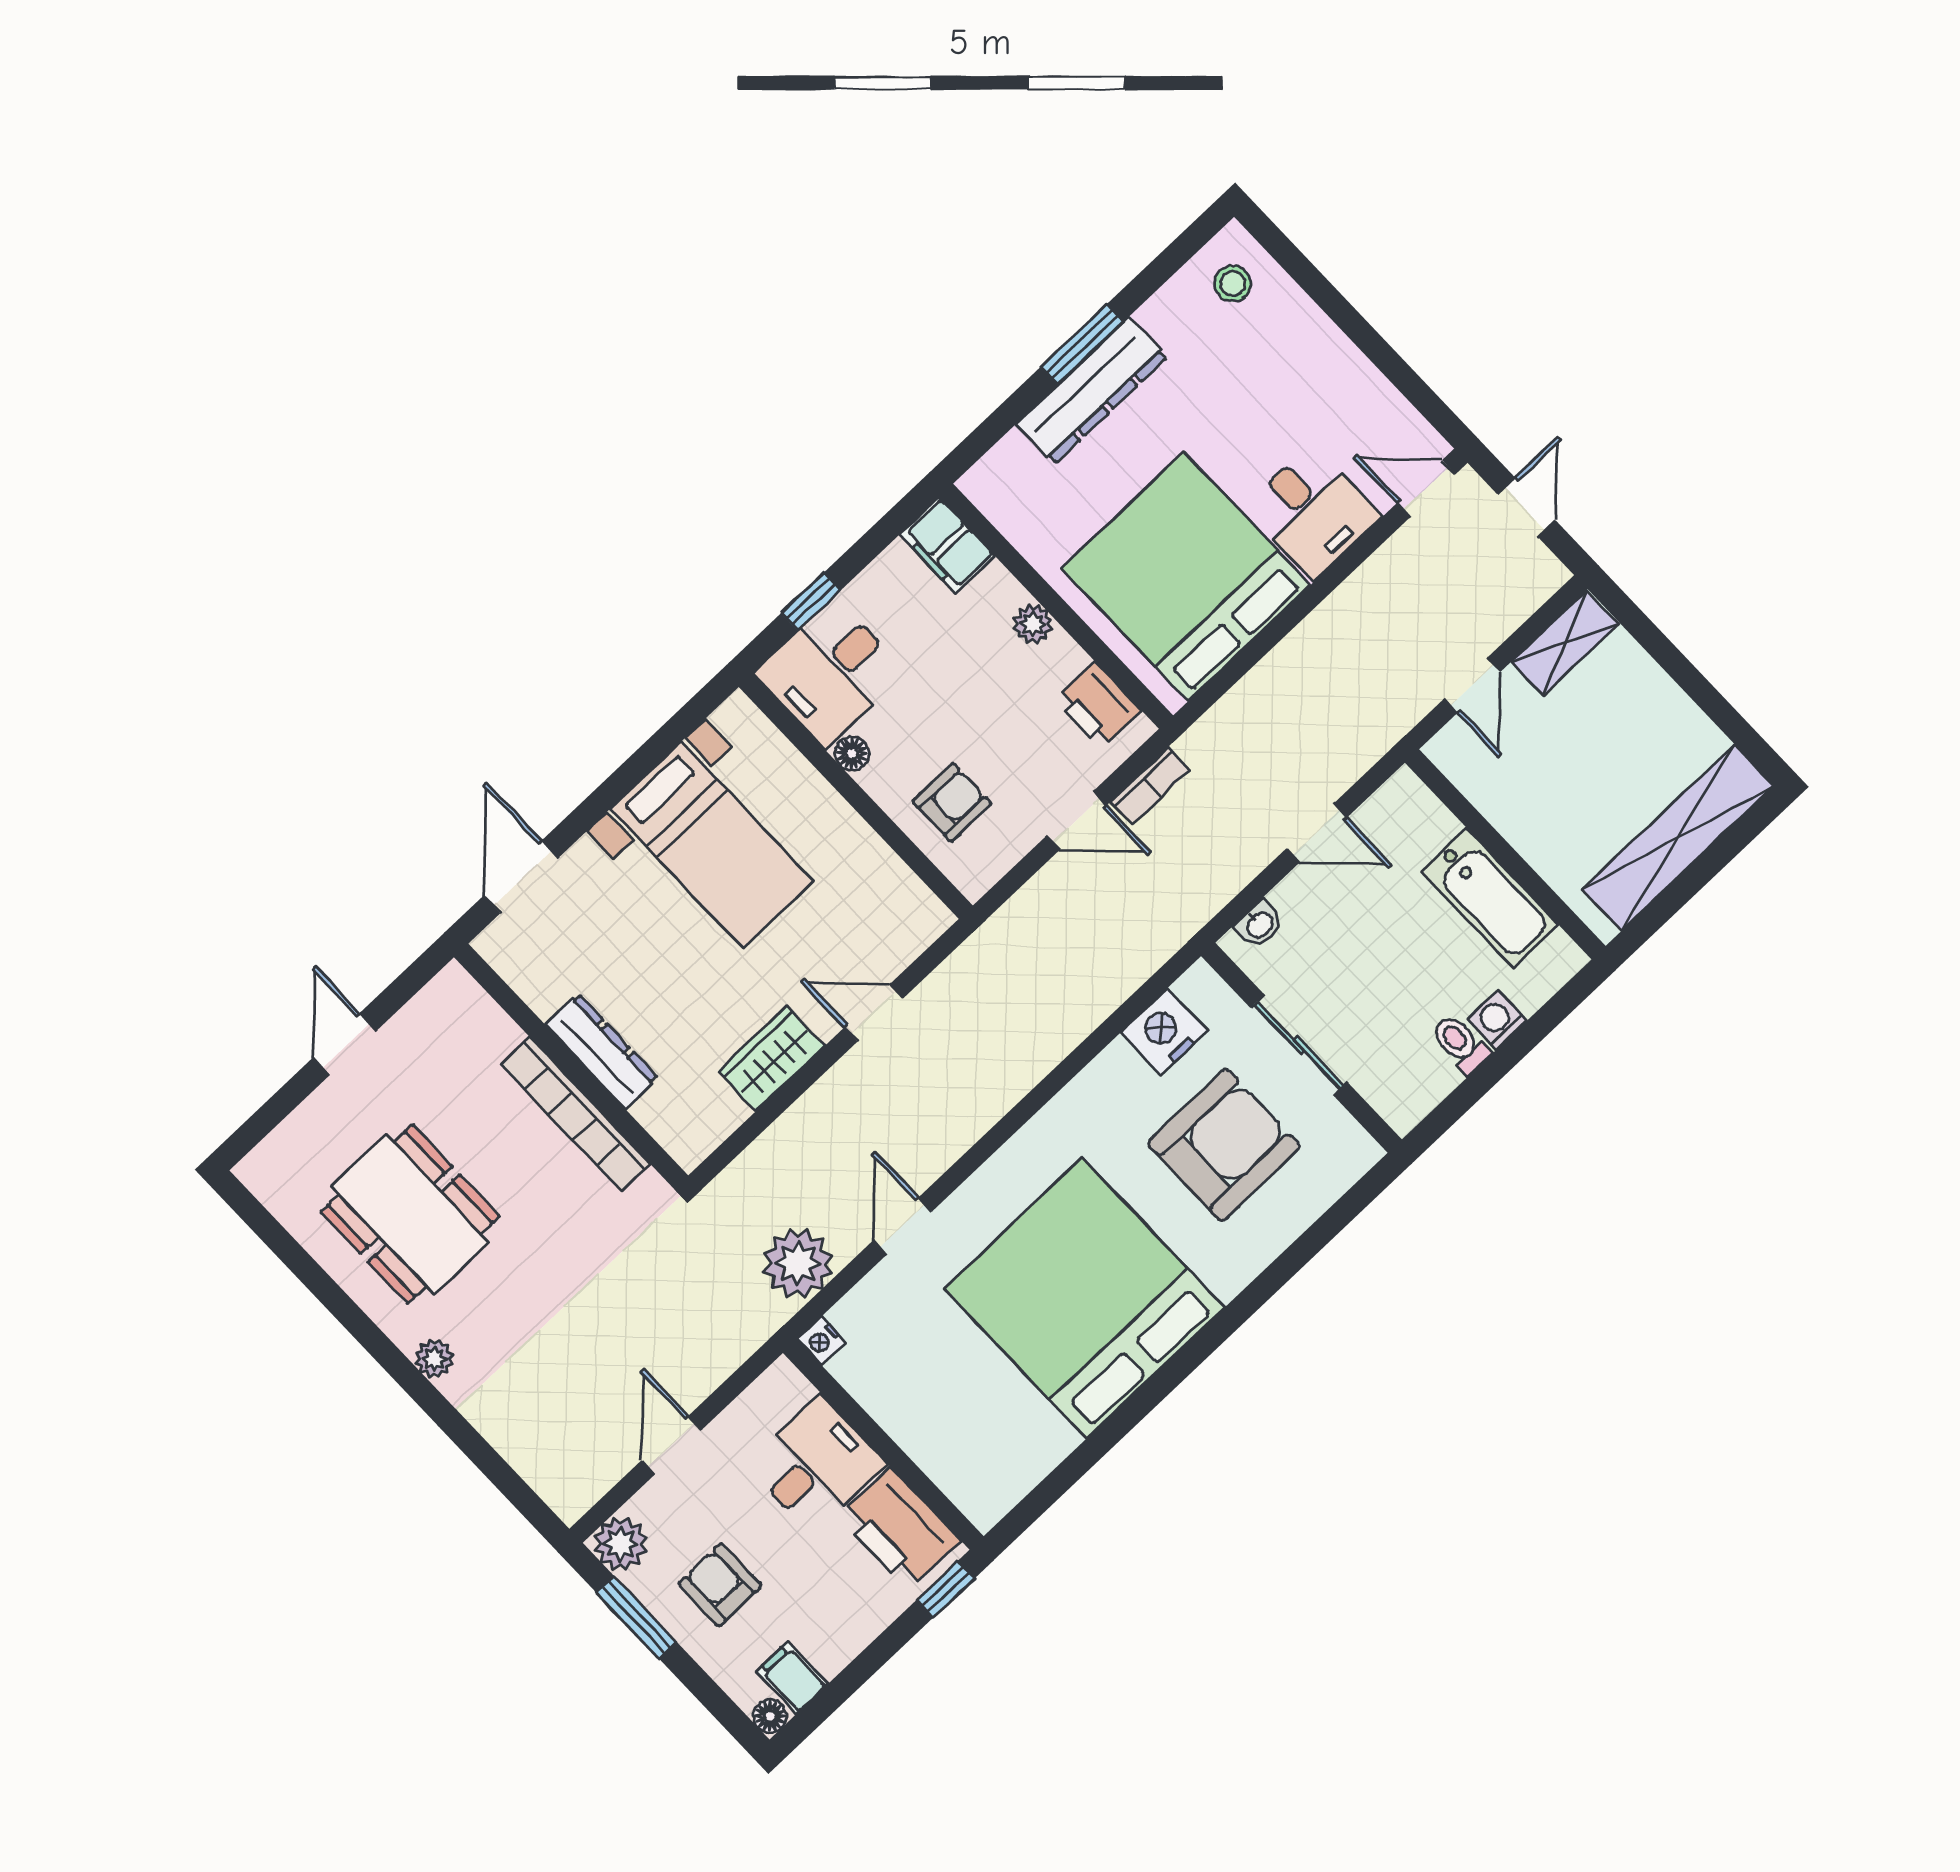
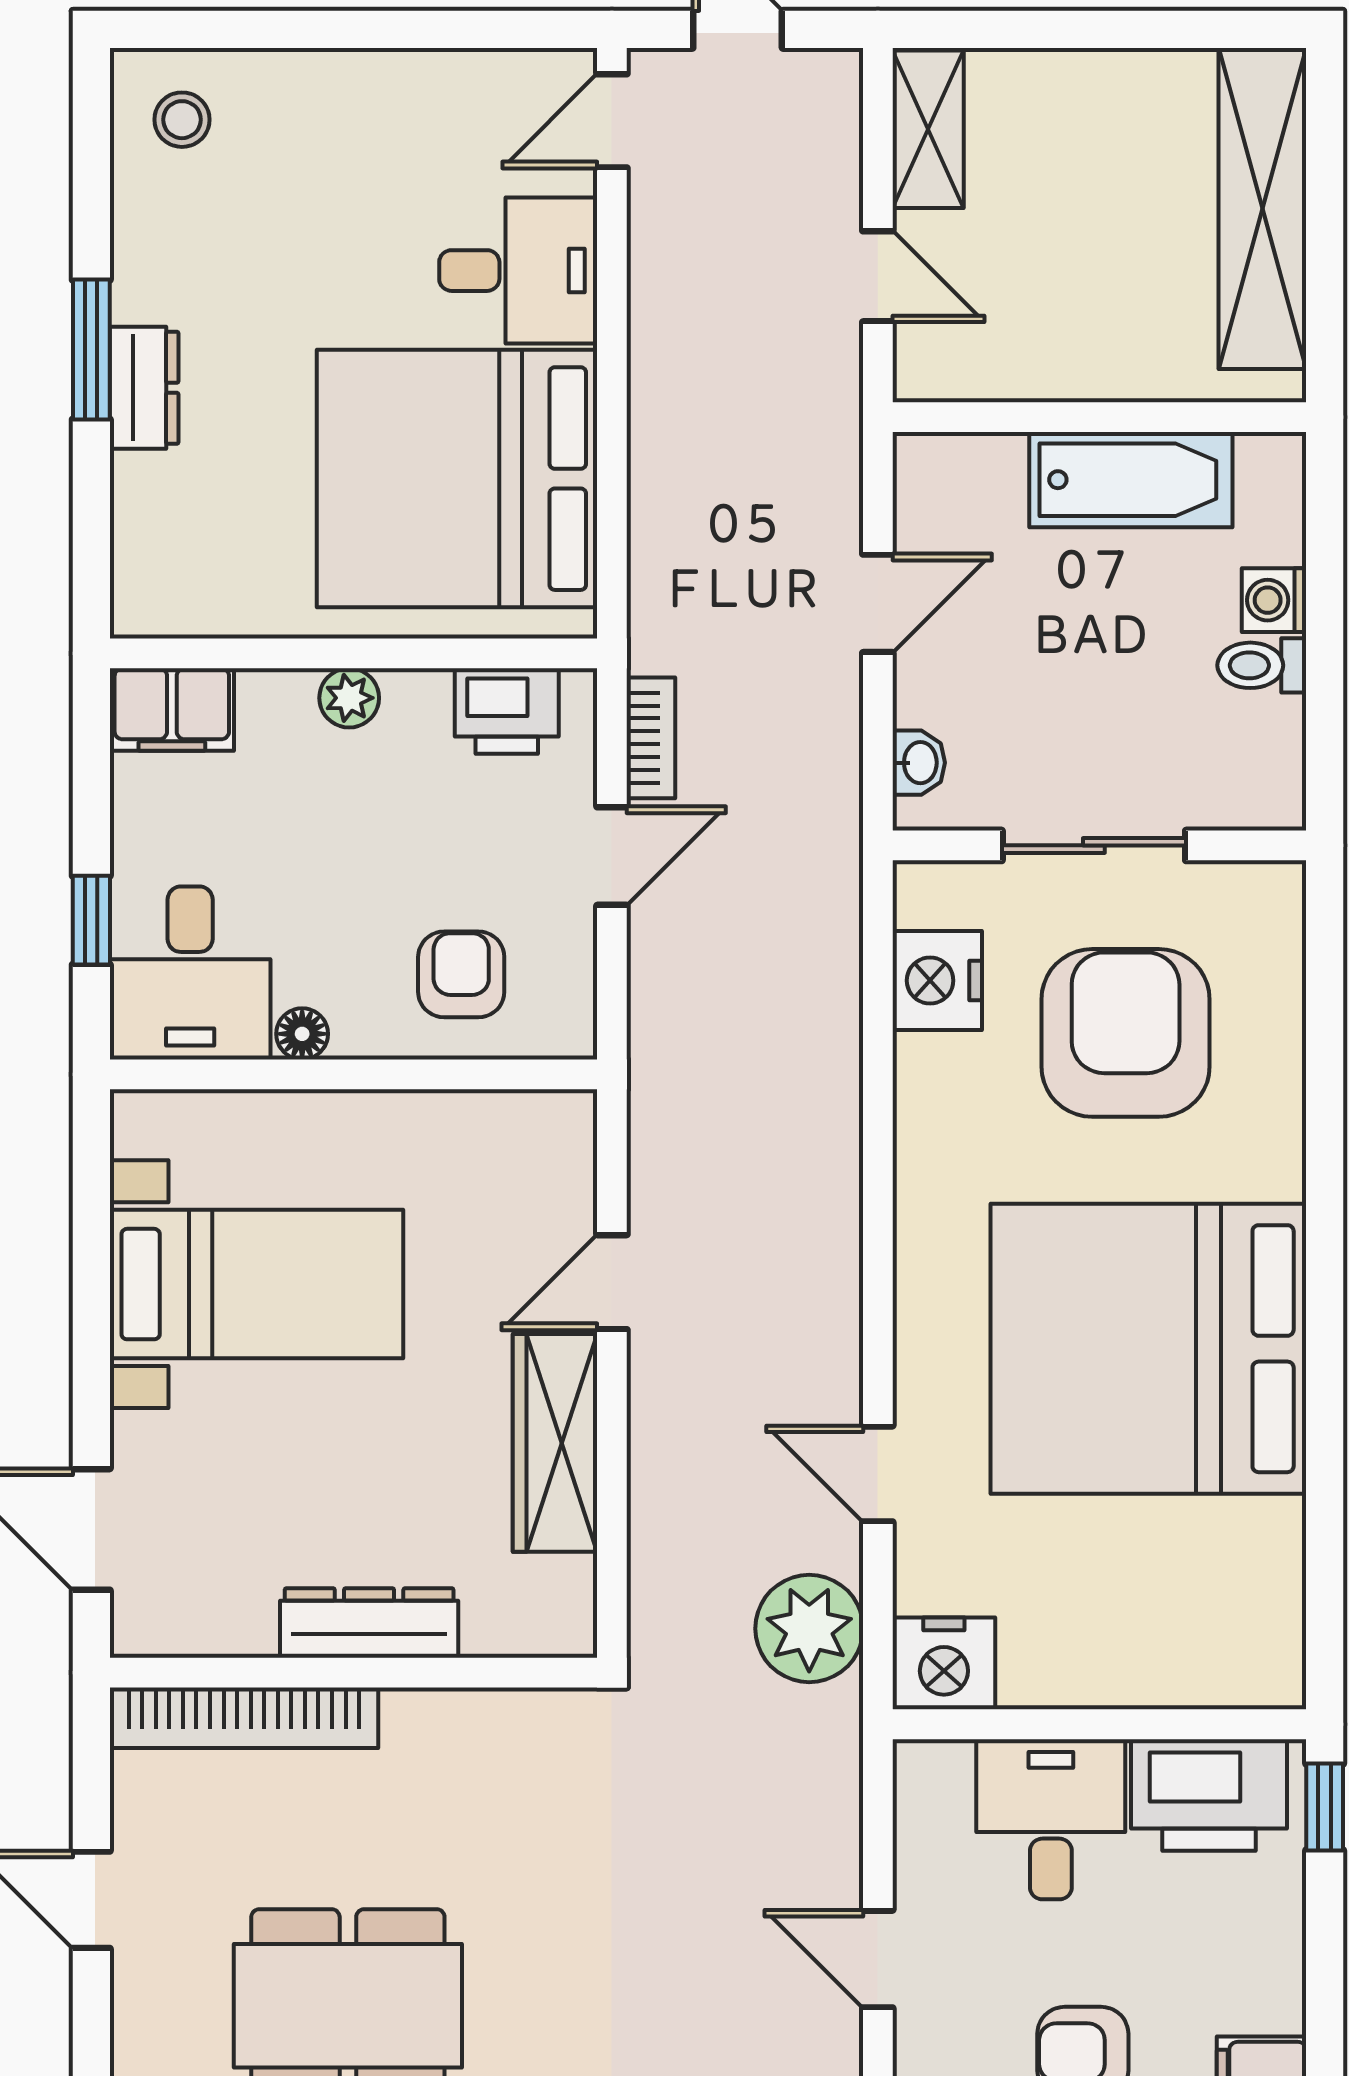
dresser: (1092, 391) -> (144, 388), width x0.51, depth x0.80
wardrobe: (771, 1059) -> (555, 1443), width x1.50
bookcase: (575, 1114) -> (244, 1718), moved
nightstand: (821, 1341) -> (944, 1663), width x1.89, depth x1.79

